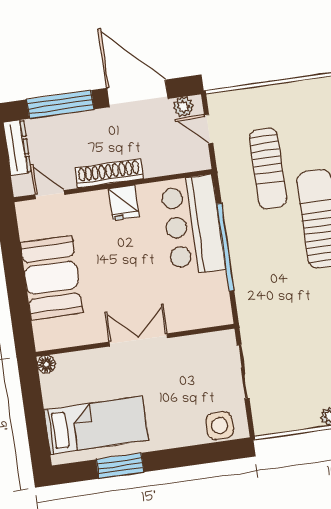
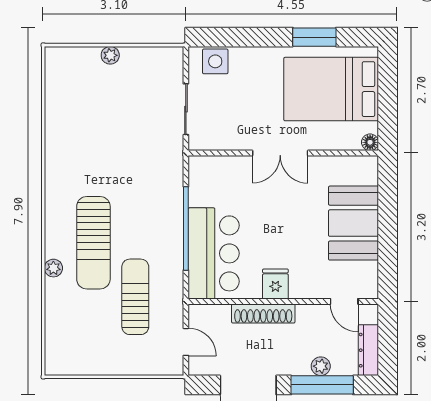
plant: (183, 107) -> (321, 366), moved
shoe rack: (109, 173) -> (263, 313), moved
bed: (96, 425) -> (331, 89), width x1.50

